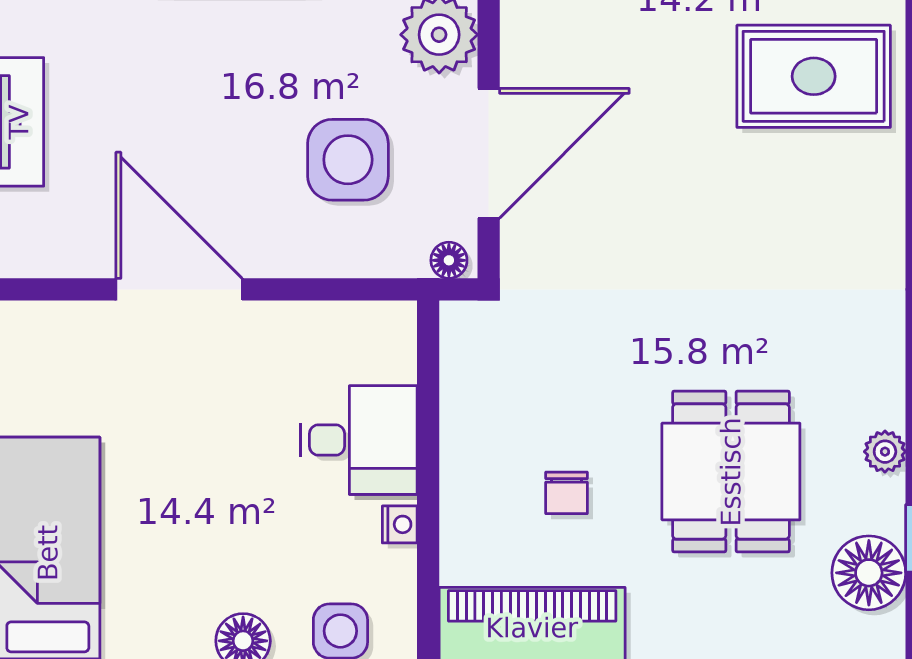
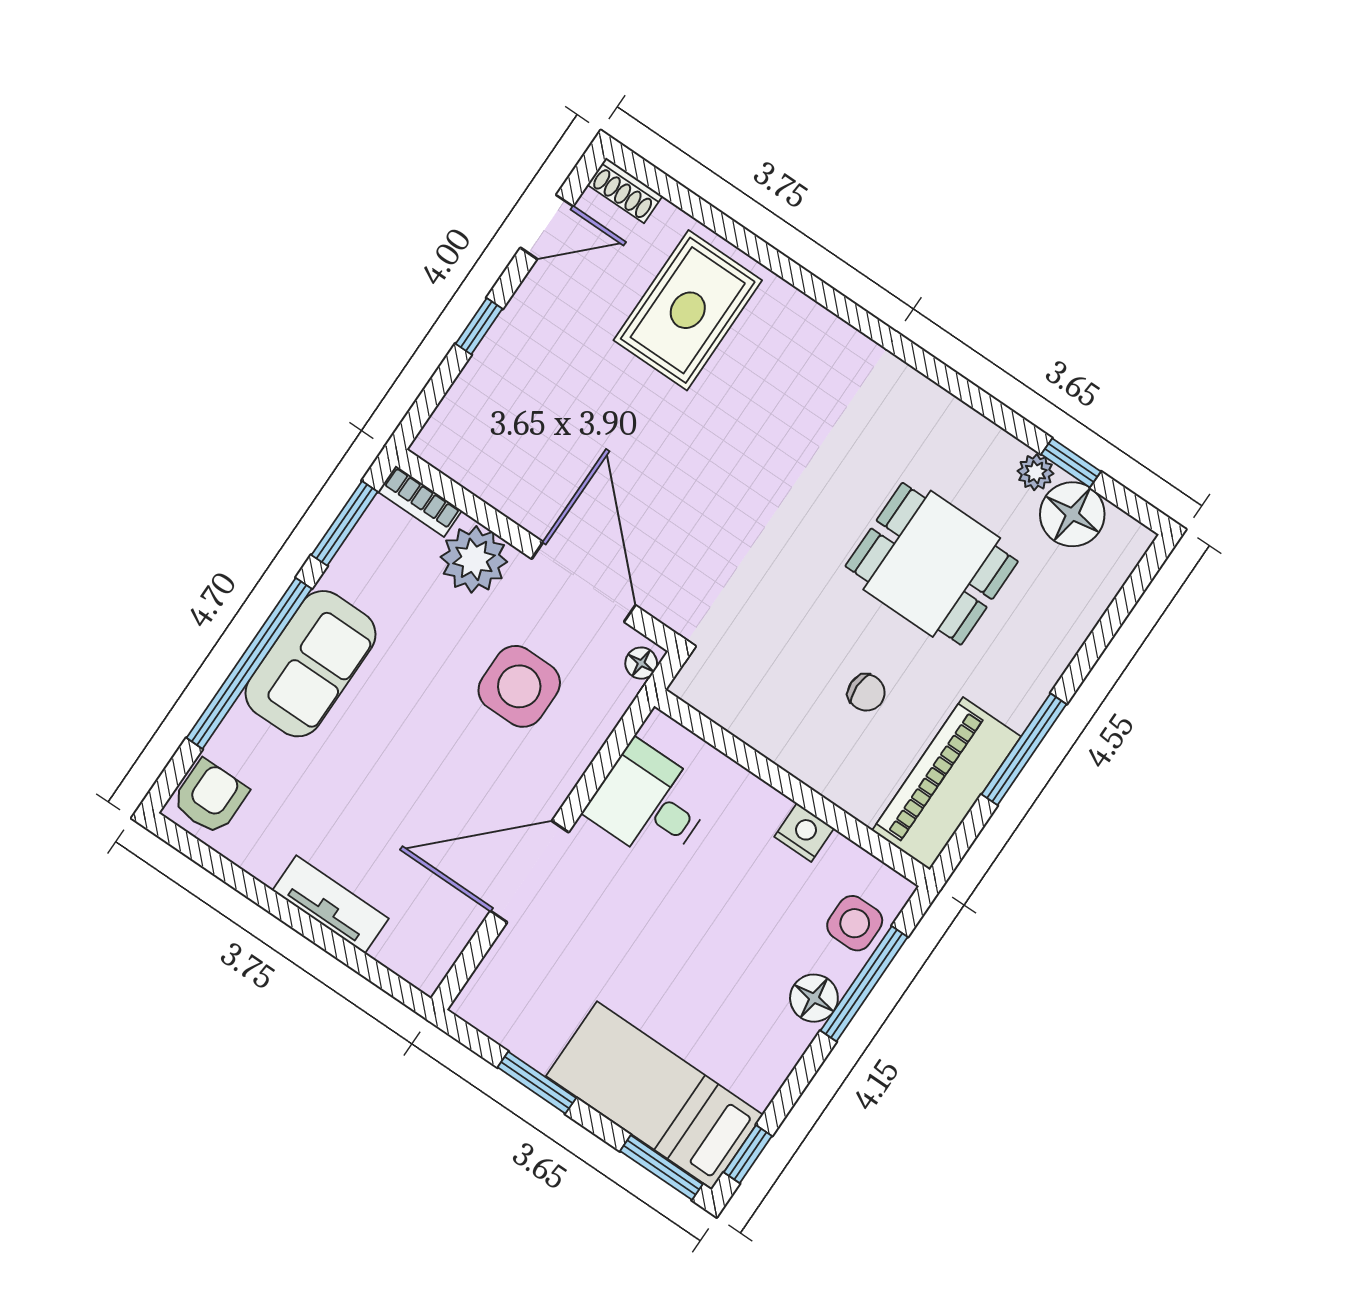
desk: (359, 440) -> (650, 803), moved, turned -90
plant: (885, 452) -> (1036, 472), moved
nightstand: (400, 524) -> (804, 833), width x1.39, depth x1.35

